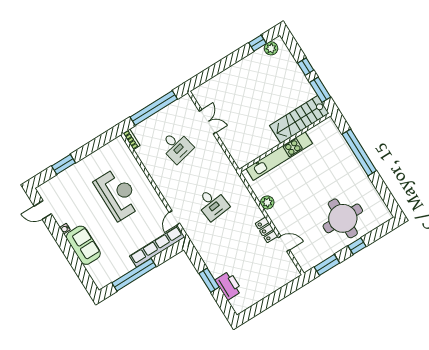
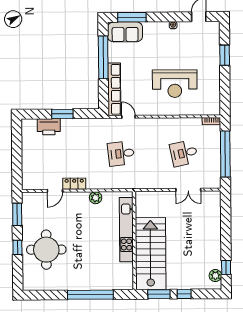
stairs: (299, 119) -> (151, 254), width x1.36, depth x1.51
sofa: (83, 245) -> (125, 32), moved
window: (81, 271) -> (132, 17), added

